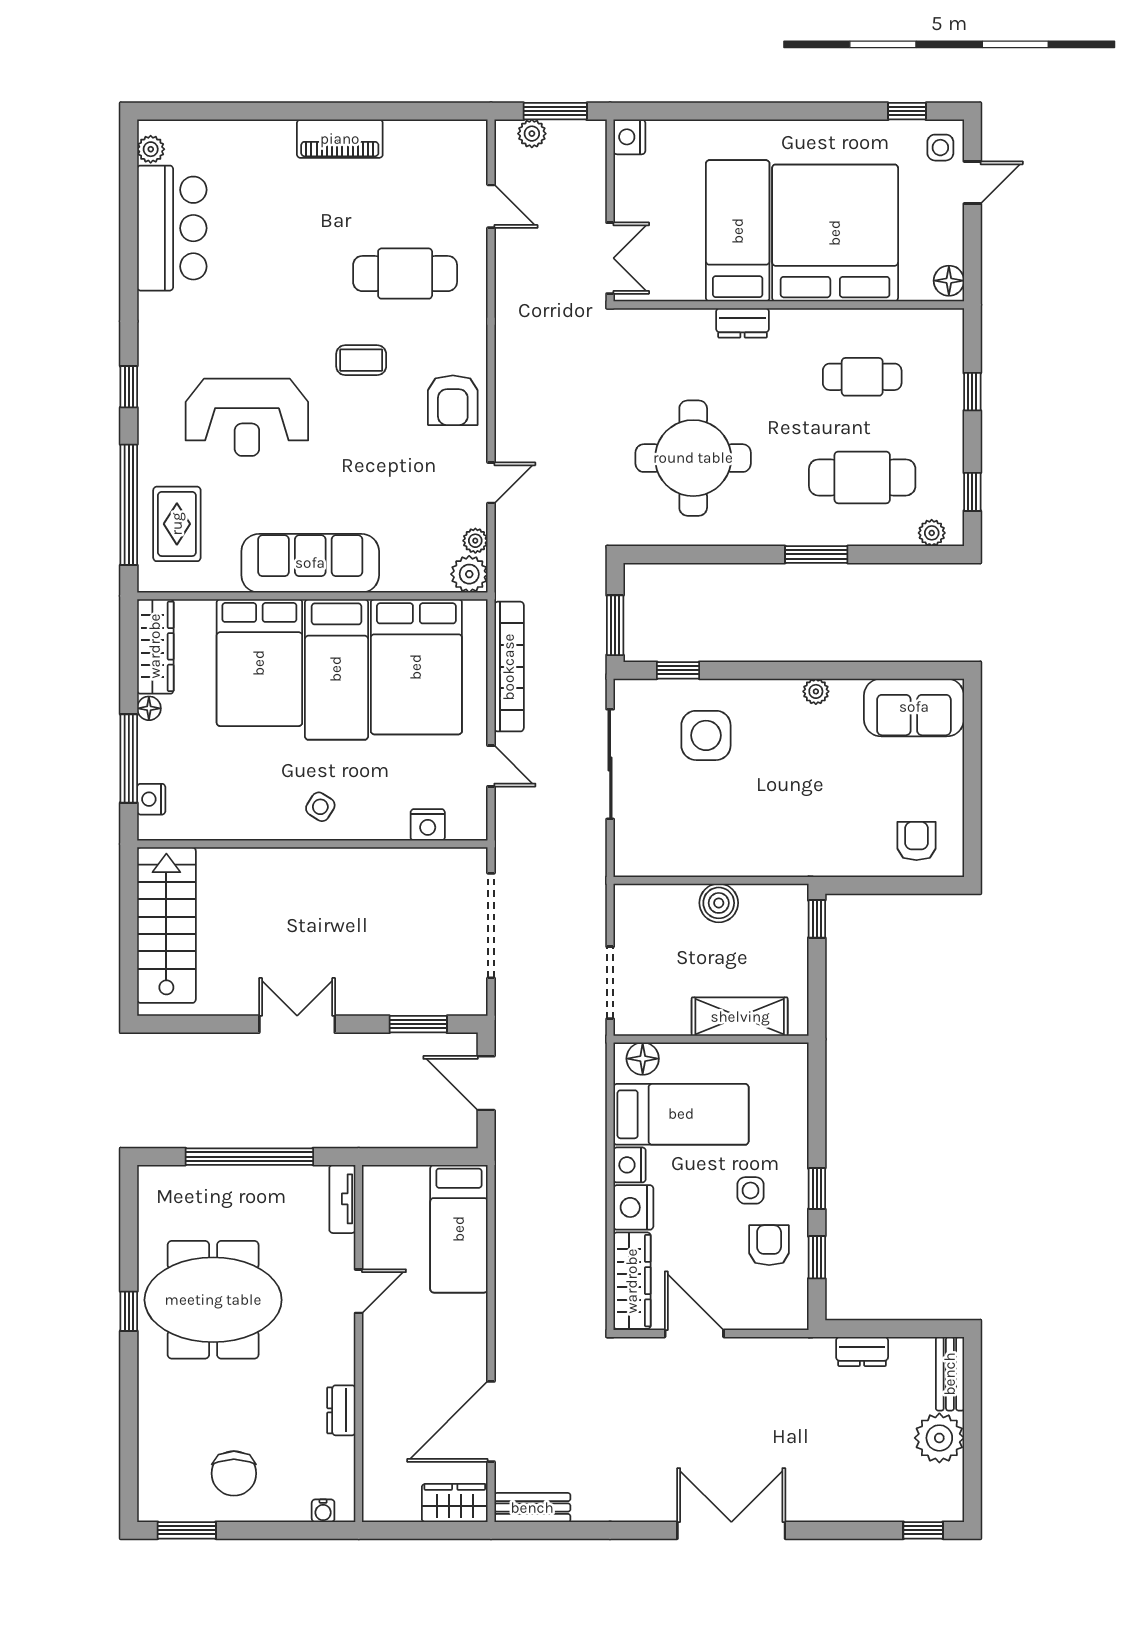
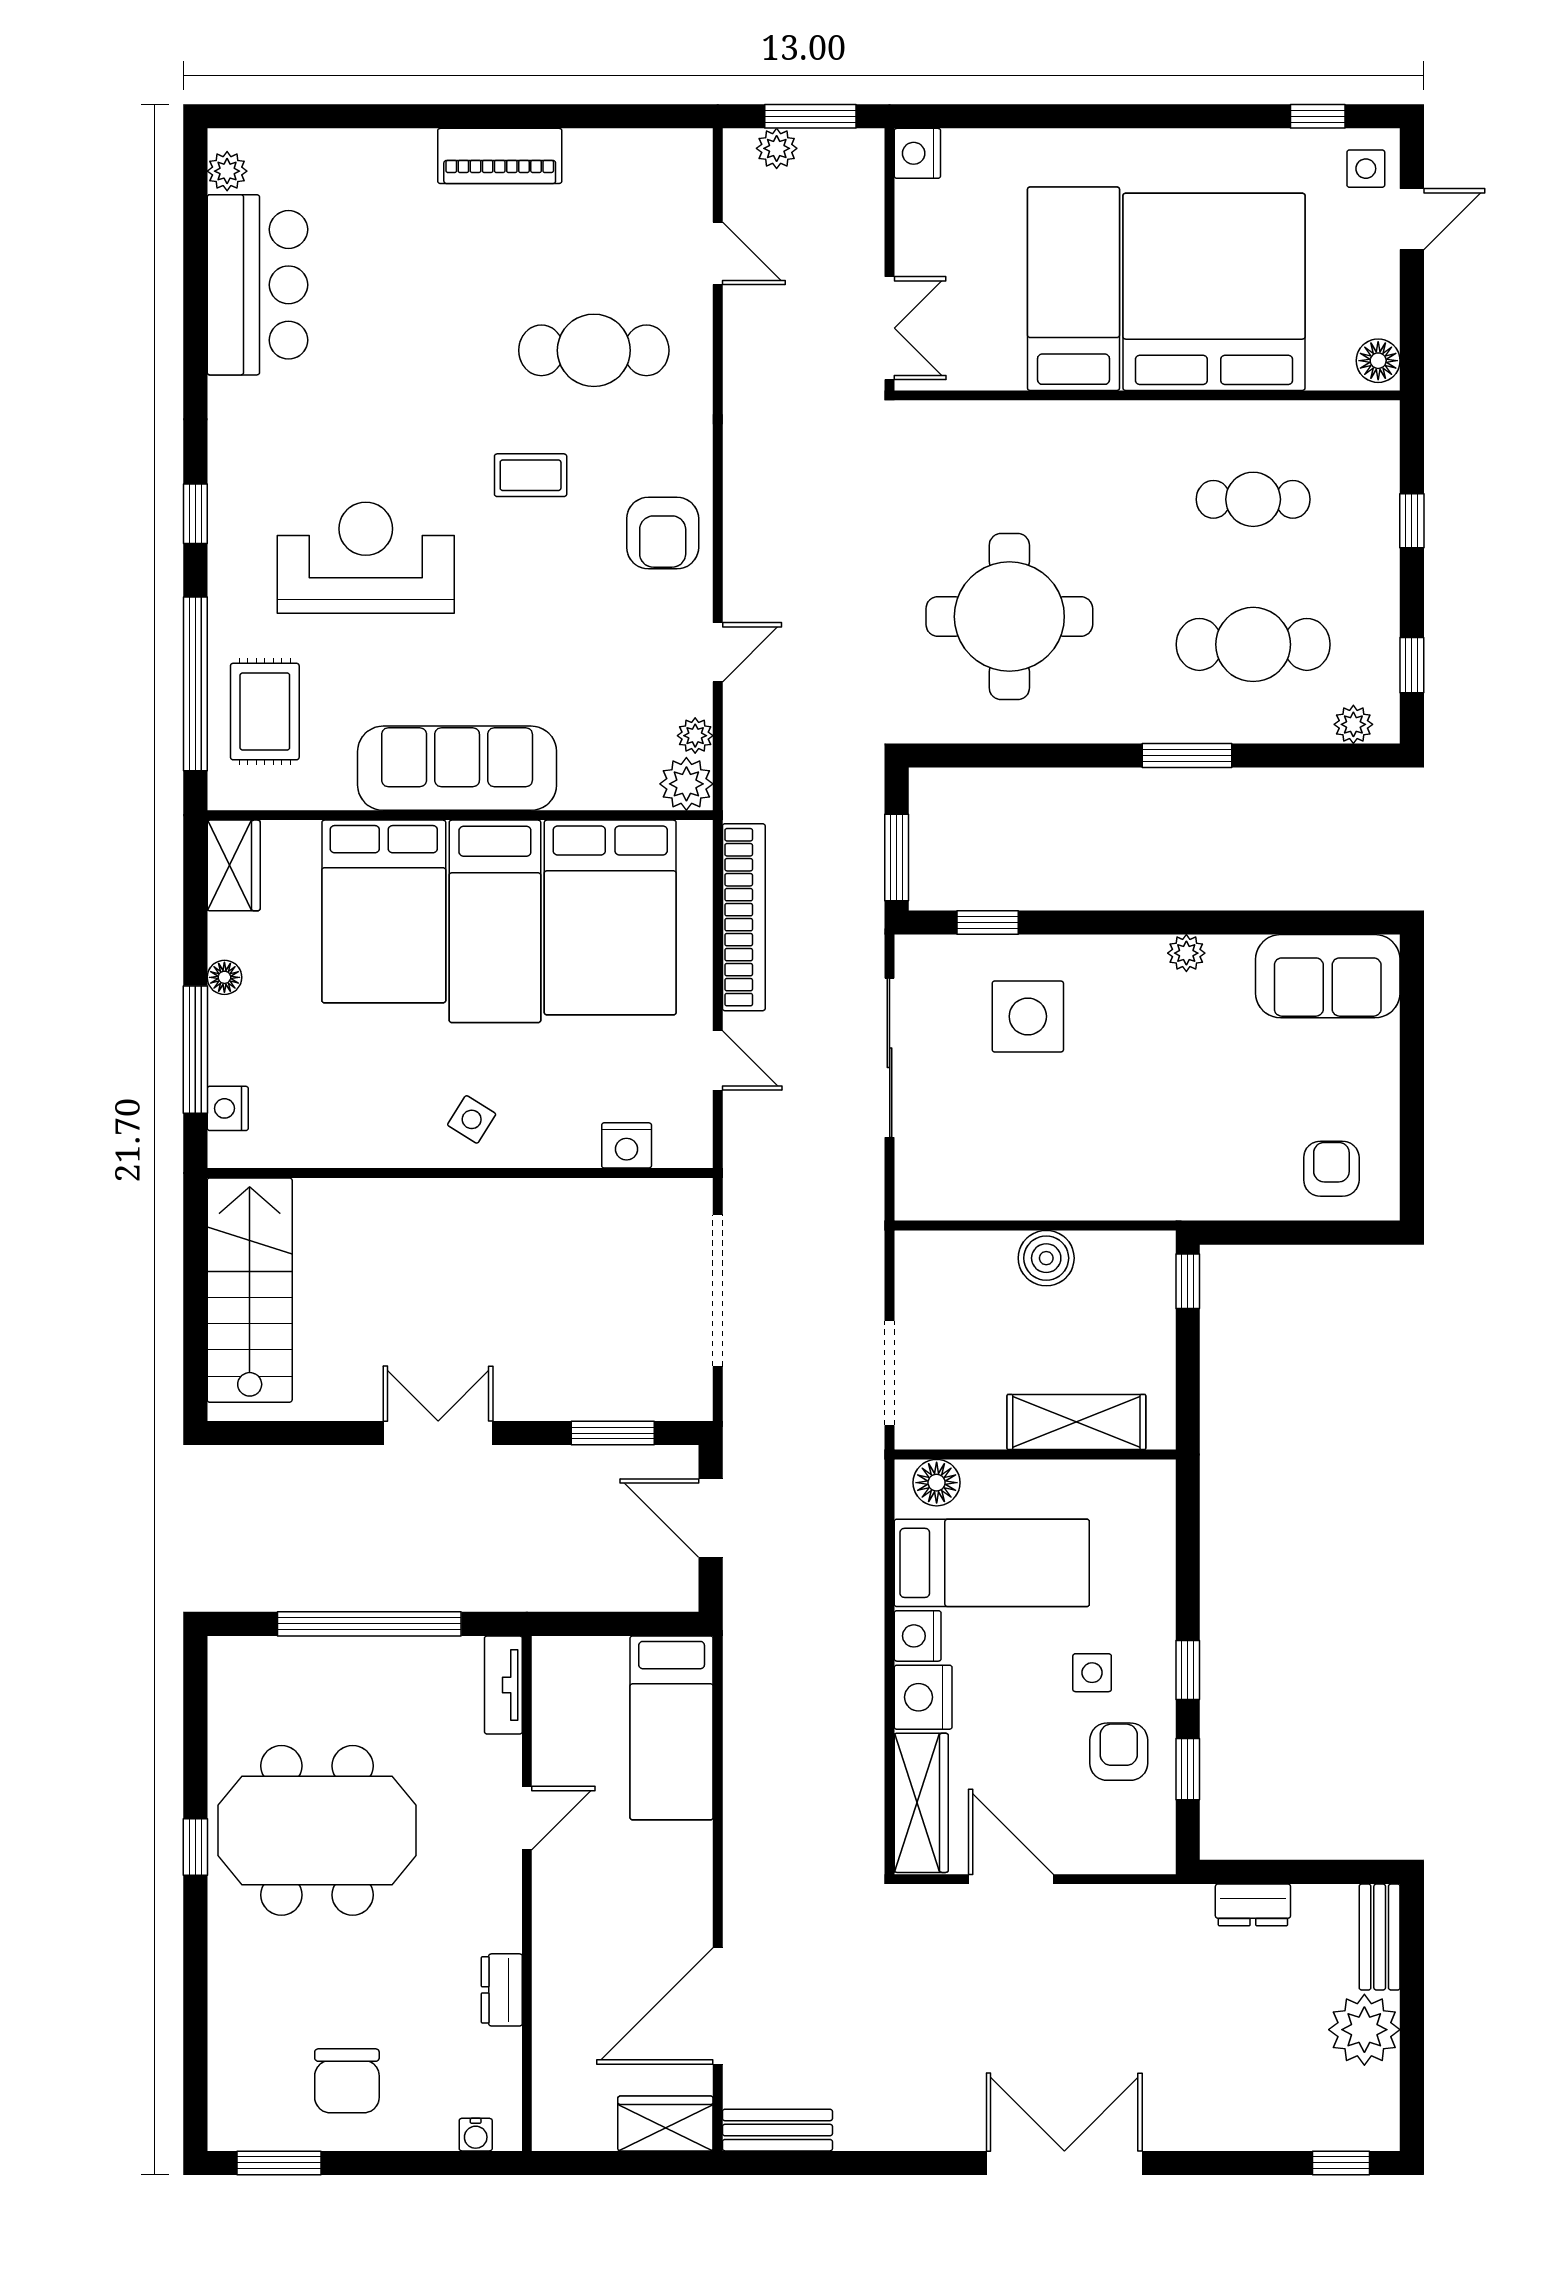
dresser: (743, 323) -> (1081, 422), removed
reception desk: (247, 417) -> (366, 558), turned 180
wardrobe: (155, 646) -> (234, 865), width x0.67

